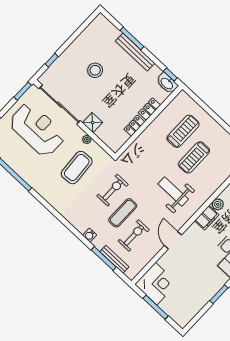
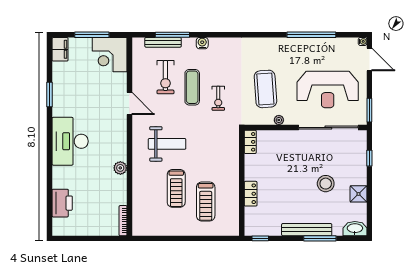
washbasin: (167, 83) -> (355, 229), moved
shower: (93, 123) -> (358, 194), moved
locker: (135, 126) -> (250, 142), moved
treadmill: (194, 157) -> (176, 188), turned 180
exercise bike: (113, 190) -> (218, 98), width x0.73, depth x0.72
filing cabinet: (207, 218) -> (60, 49), moved, turned 180

